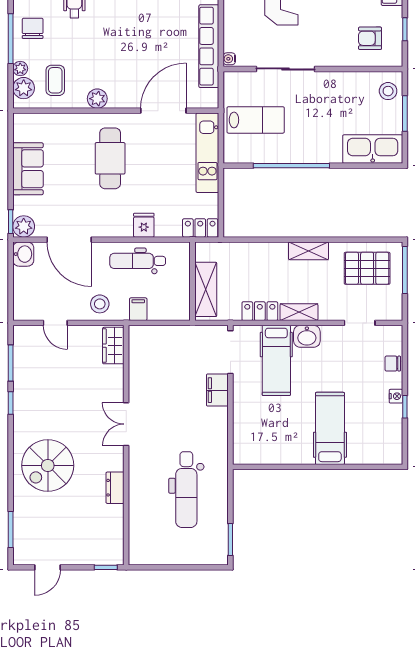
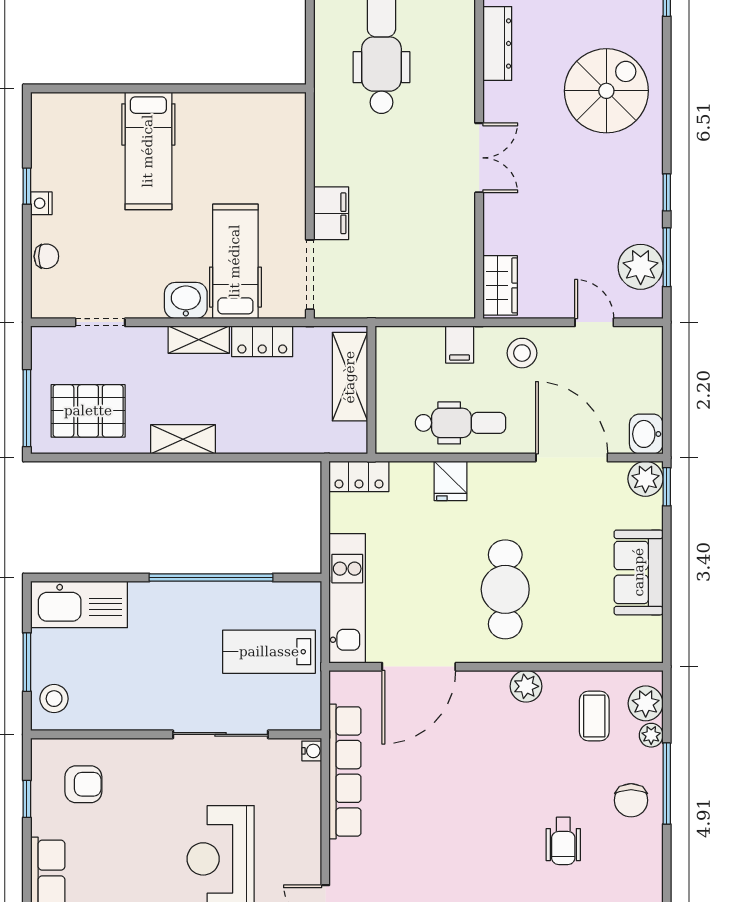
plant: (27, 357) -> (641, 267), added
dresser: (115, 488) -> (497, 43), width x1.44

